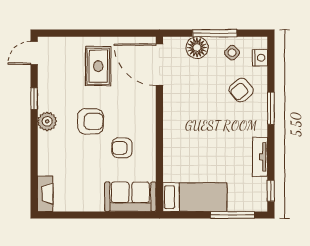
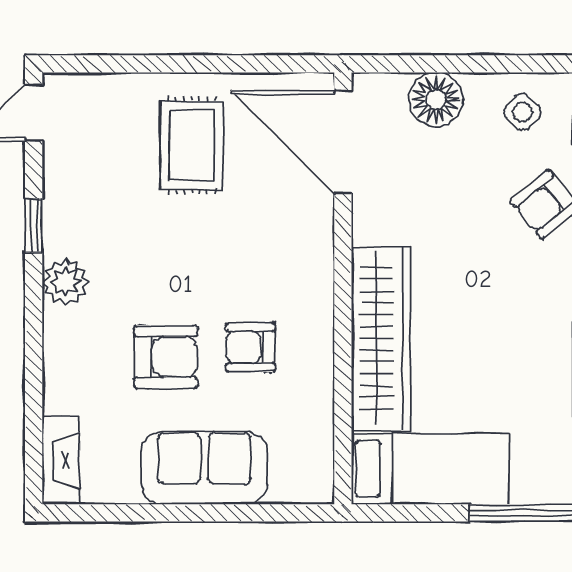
window: (215, 33) -> (480, 64), removed
armchair: (91, 121) -> (166, 357), moved
wardrobe: (175, 144) -> (381, 338), added
sofa: (130, 197) -> (204, 468), moved

